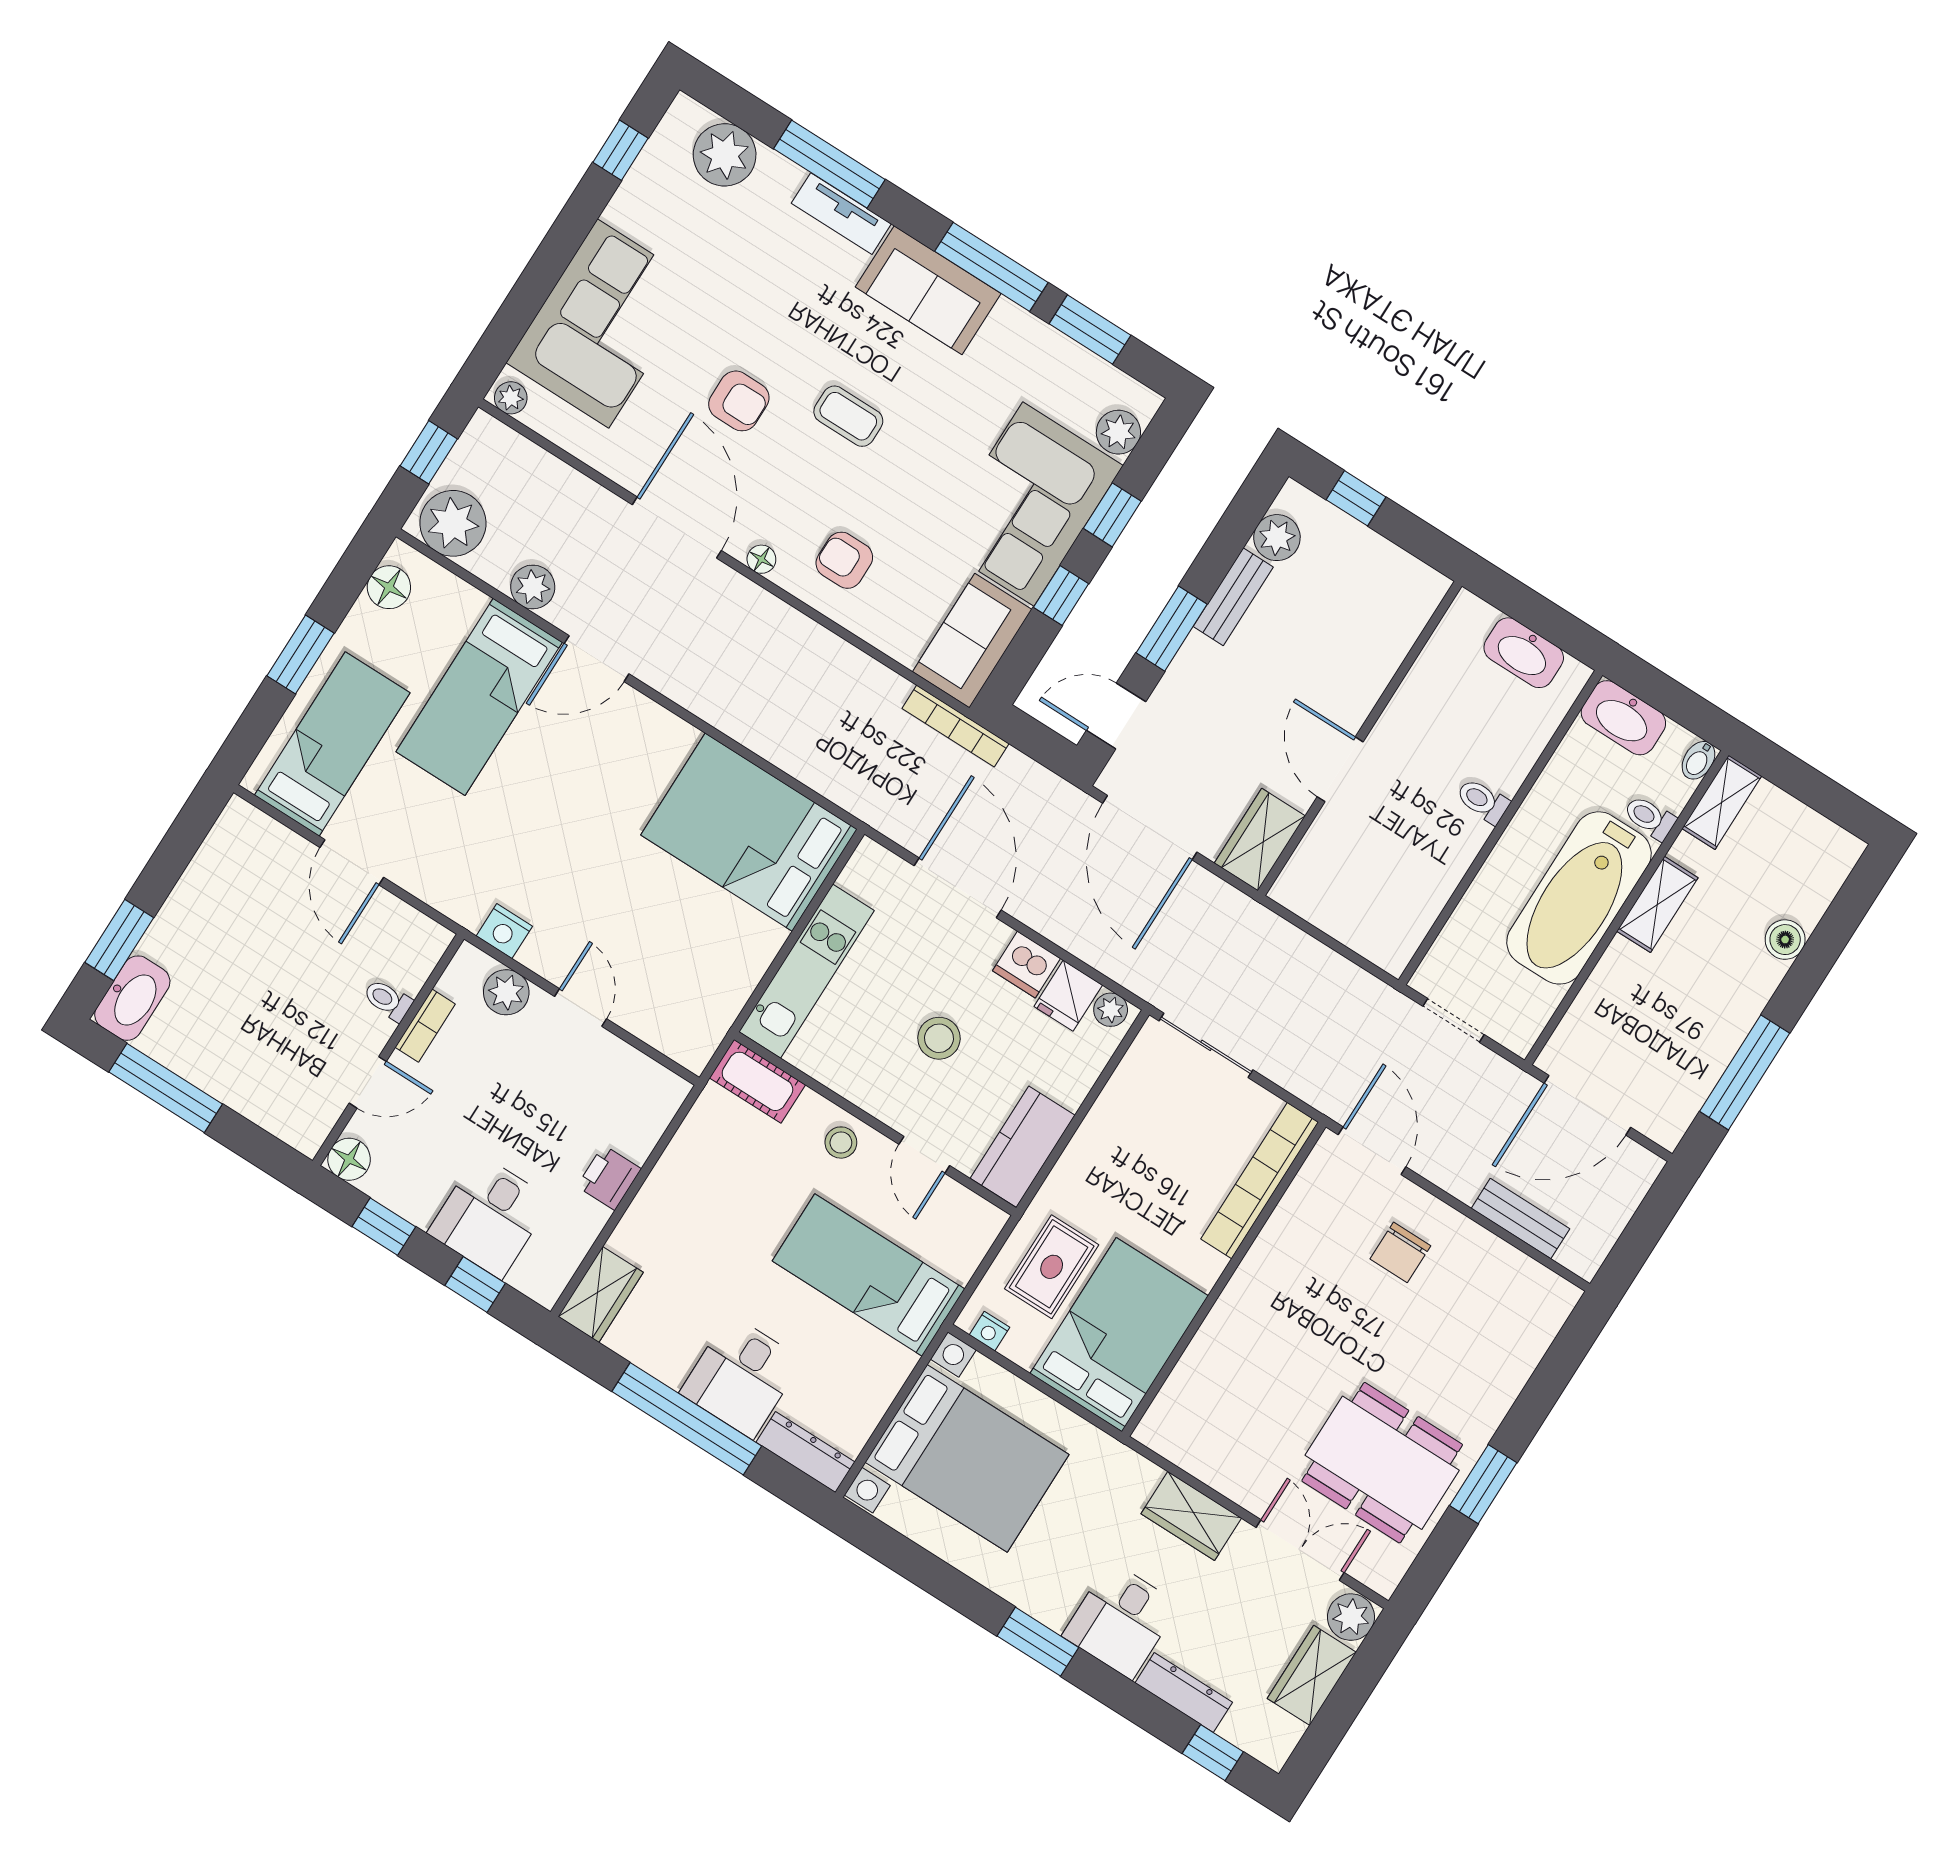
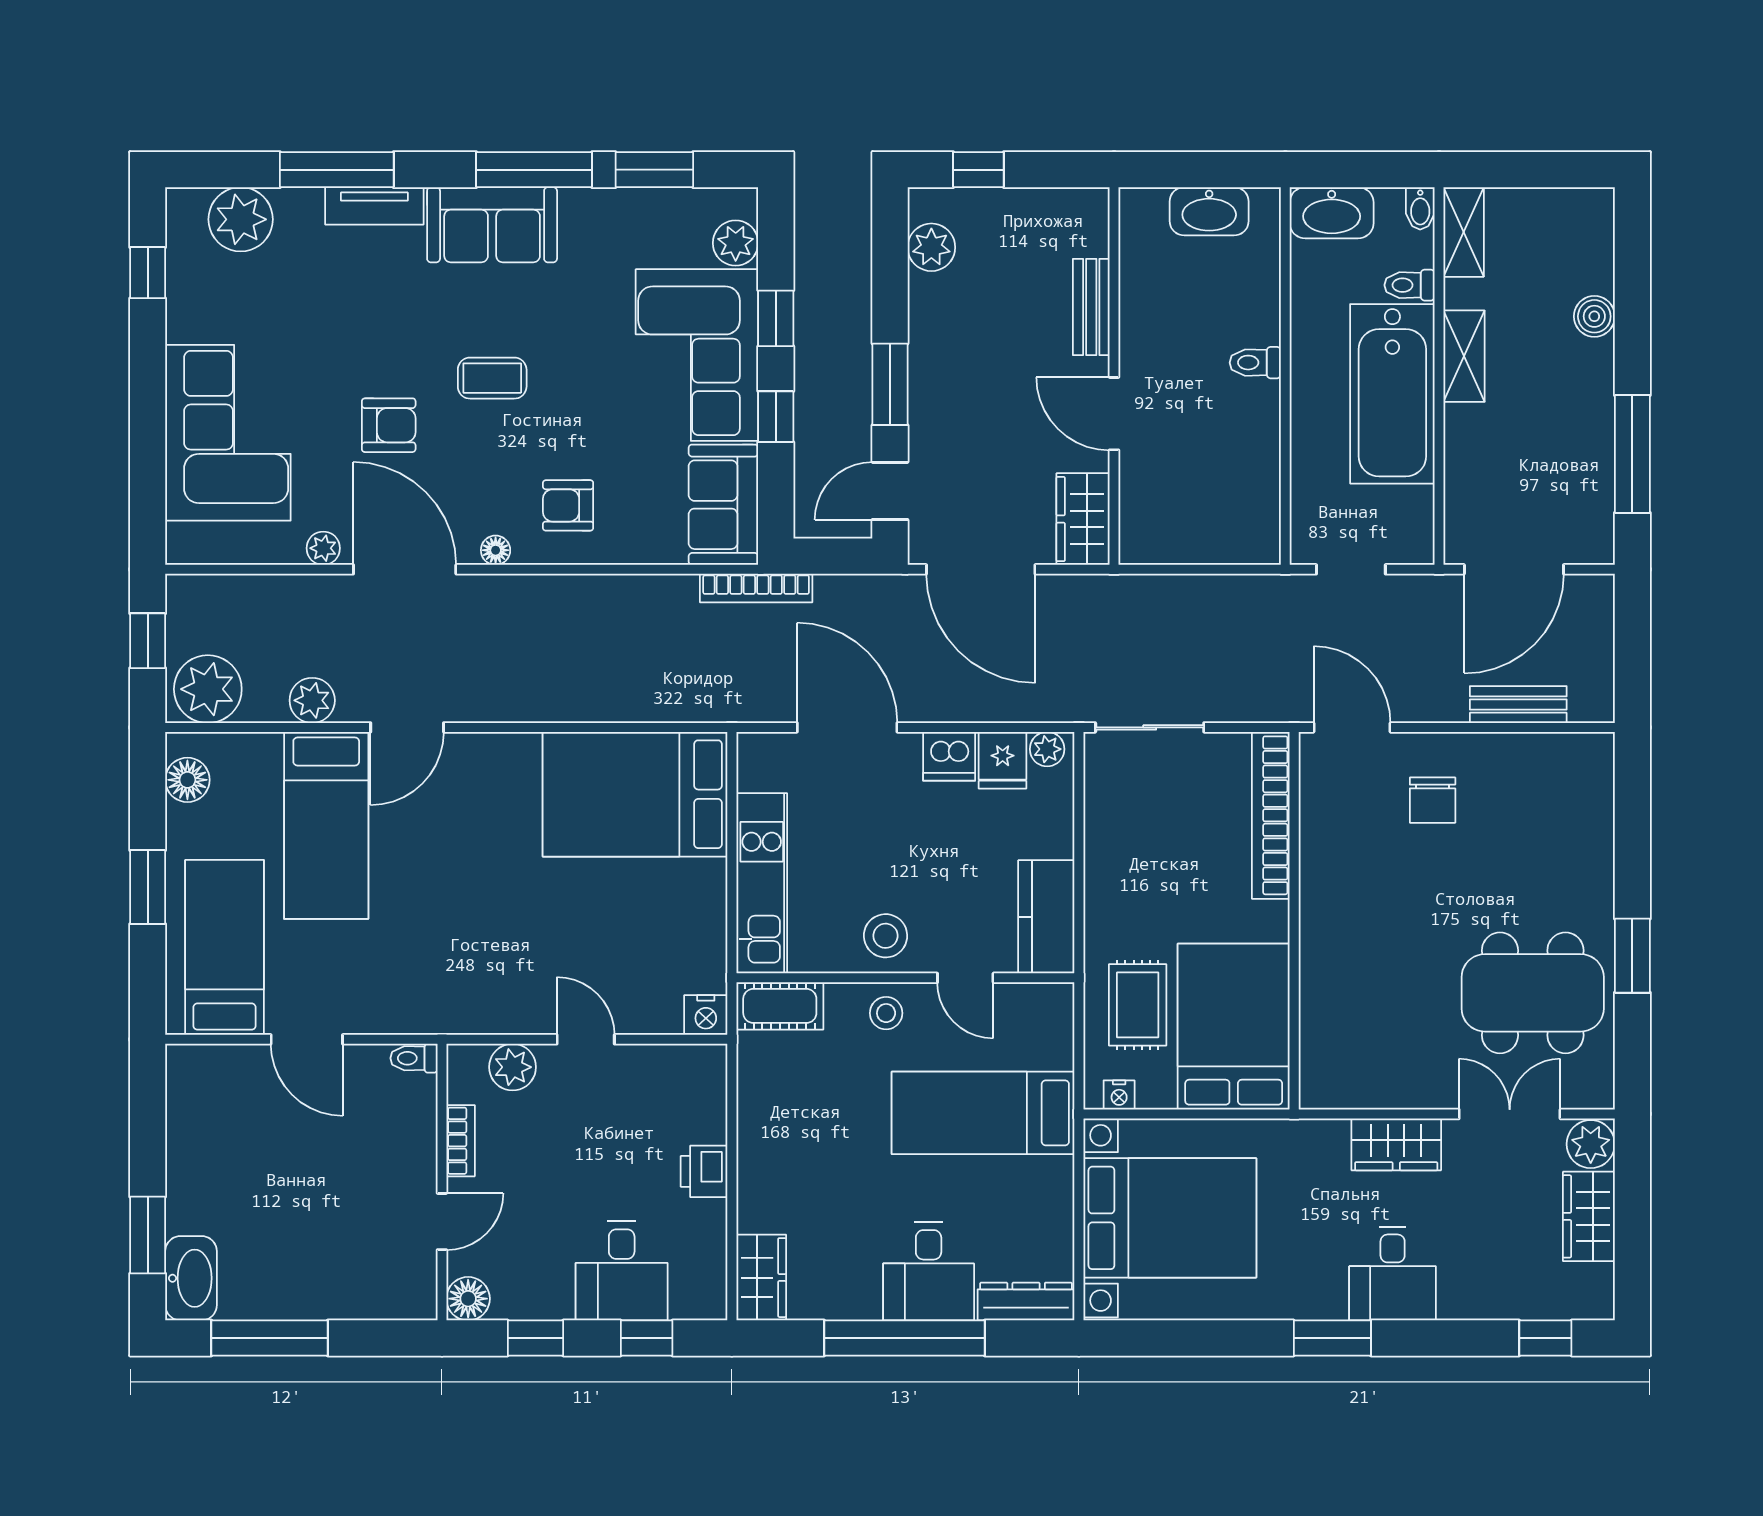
plant: (511, 398) -> (323, 548), moved
bench: (1233, 597) -> (1091, 307), moved
nightstand: (504, 931) -> (706, 1015), moved
toilet: (388, 1000) -> (414, 1058), moved
stool: (939, 1038) -> (886, 936), moved
dresser: (1184, 1693) -> (1487, 1302), removed

